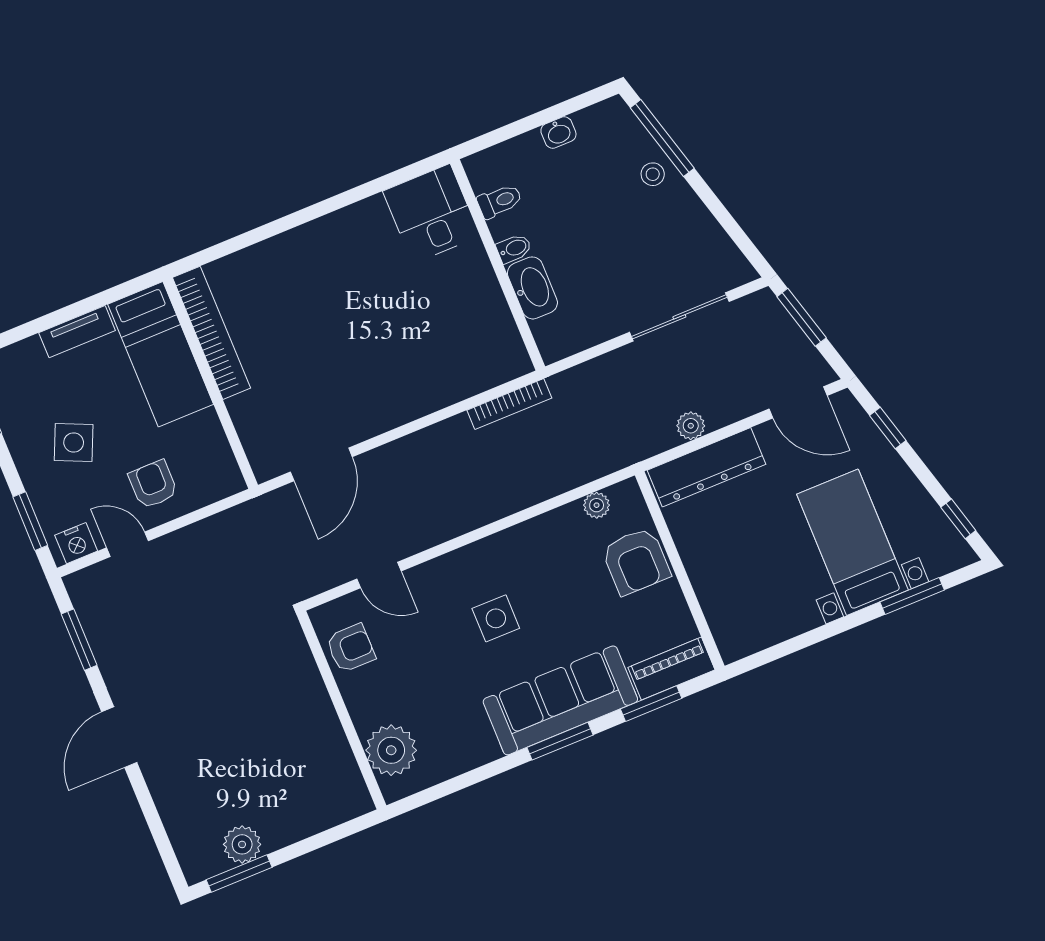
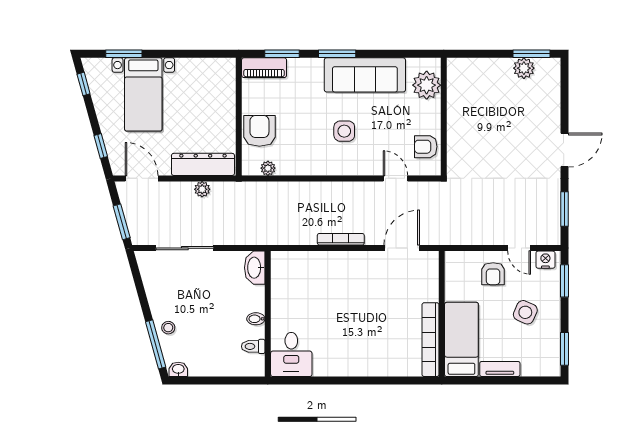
washbasin: (558, 132) -> (178, 369), moved
washbasin: (532, 288) -> (255, 268), moved
bookcase: (509, 404) -> (341, 239), moved
sofa: (560, 700) -> (365, 75), moved

